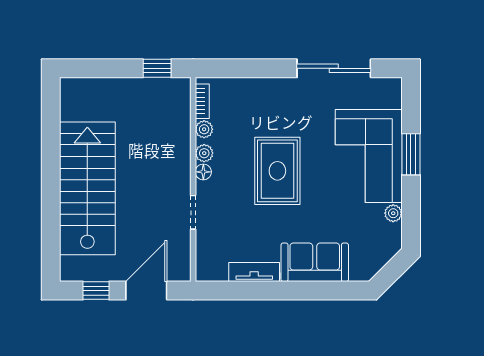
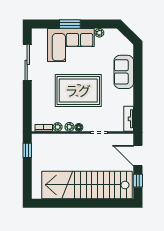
rug: (277, 171) -> (78, 90), width x1.37, depth x1.44
stairs: (87, 188) -> (87, 185), width x1.36
tv unit: (254, 272) -> (129, 119), moved

